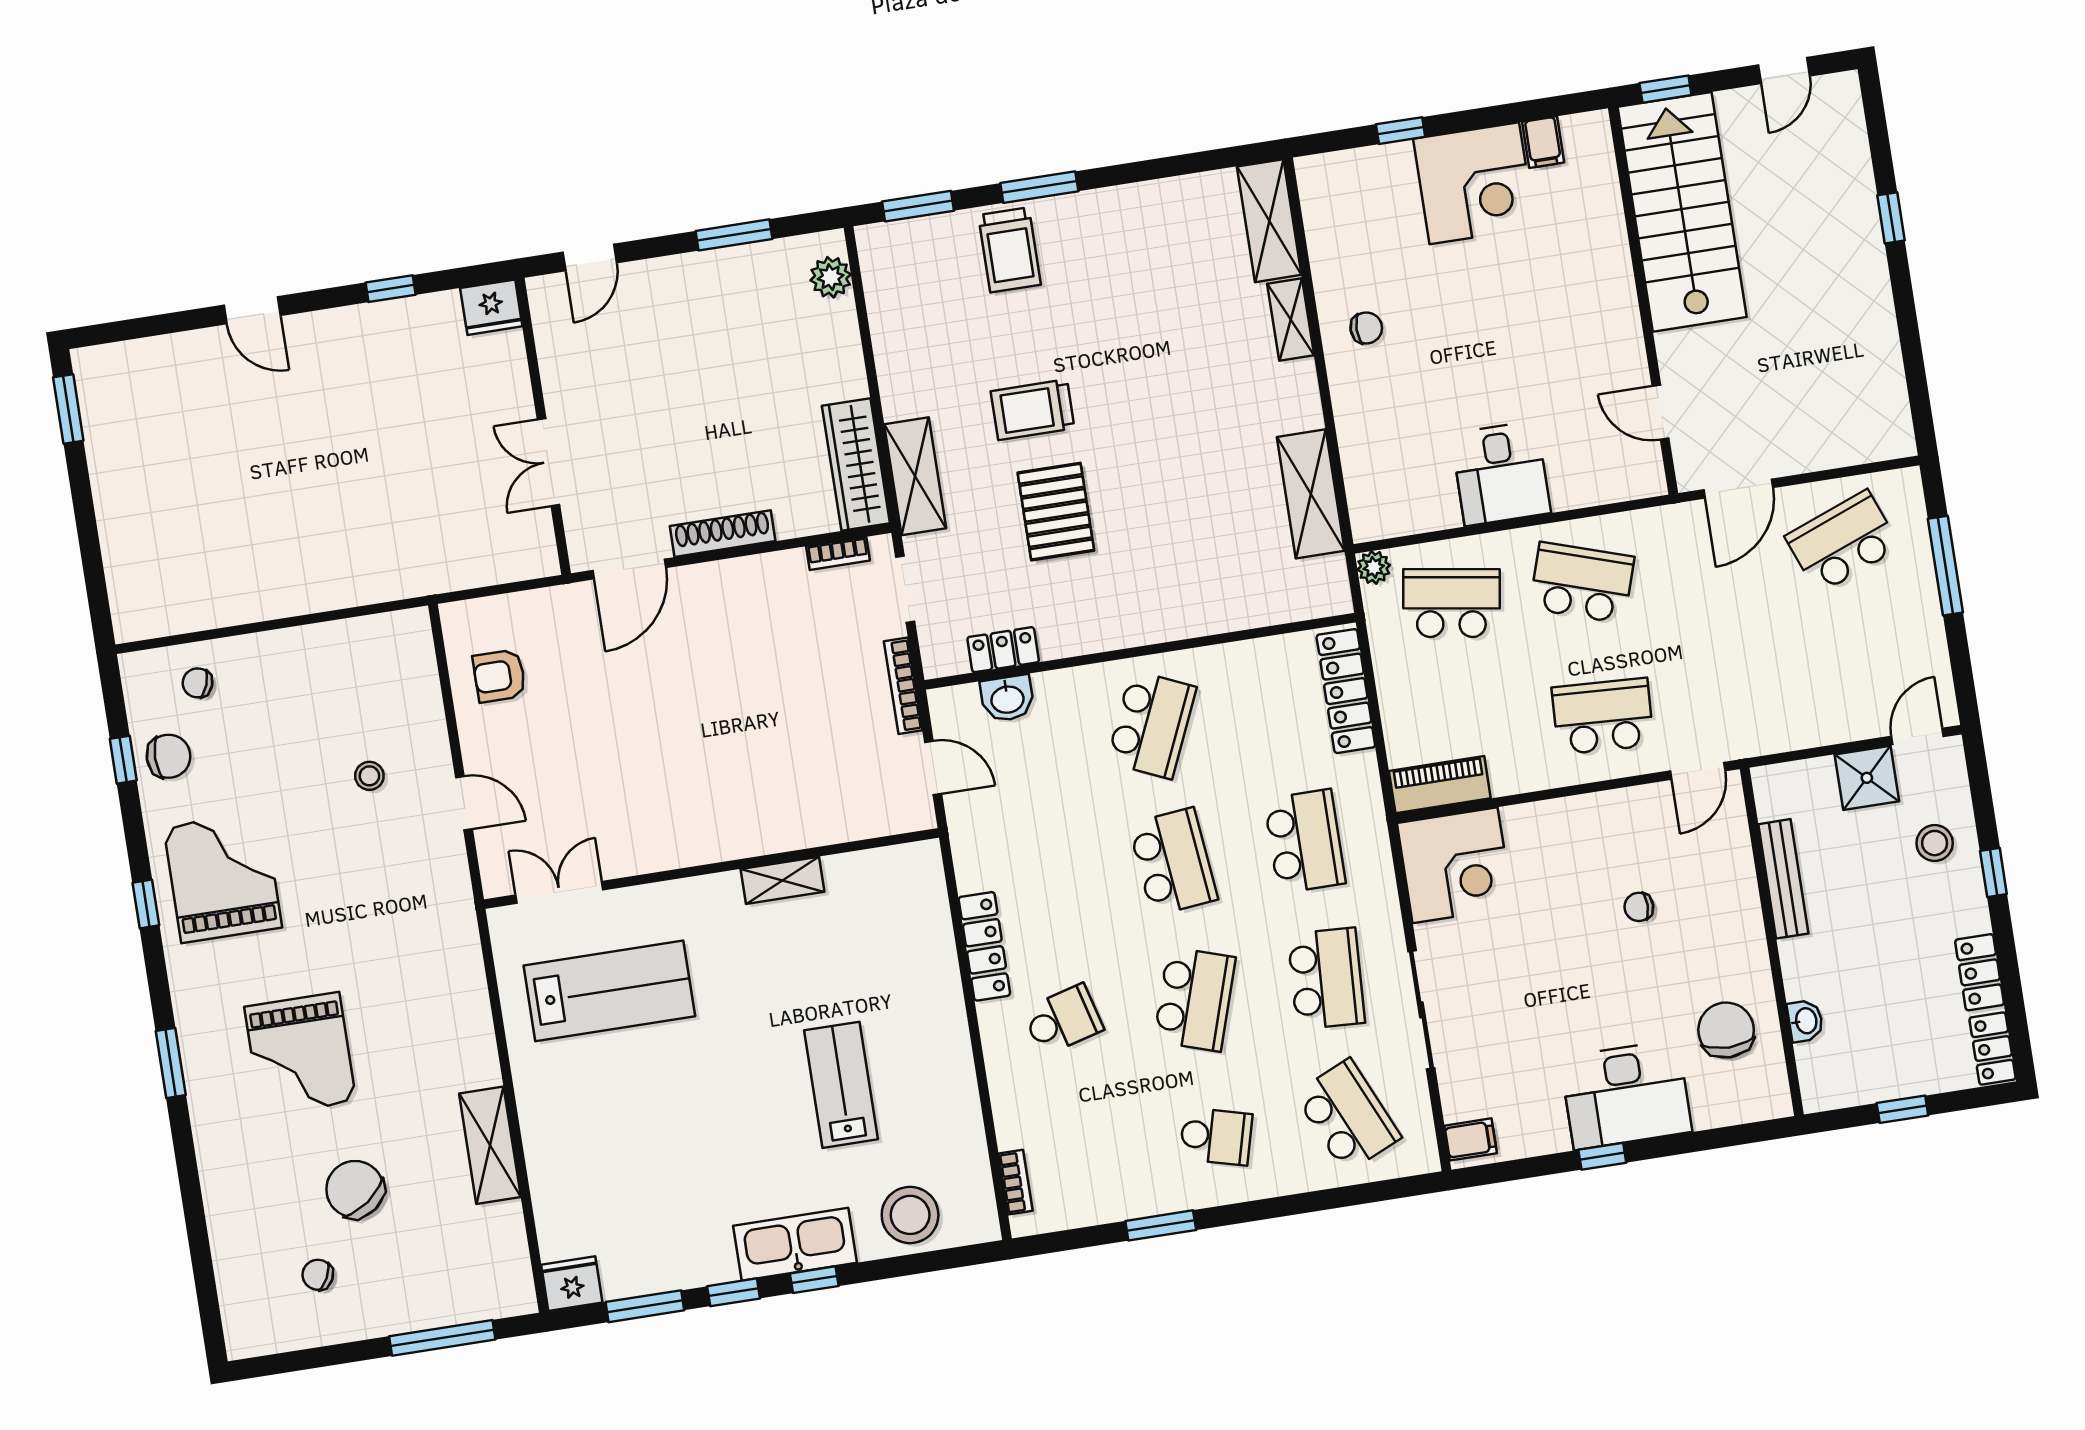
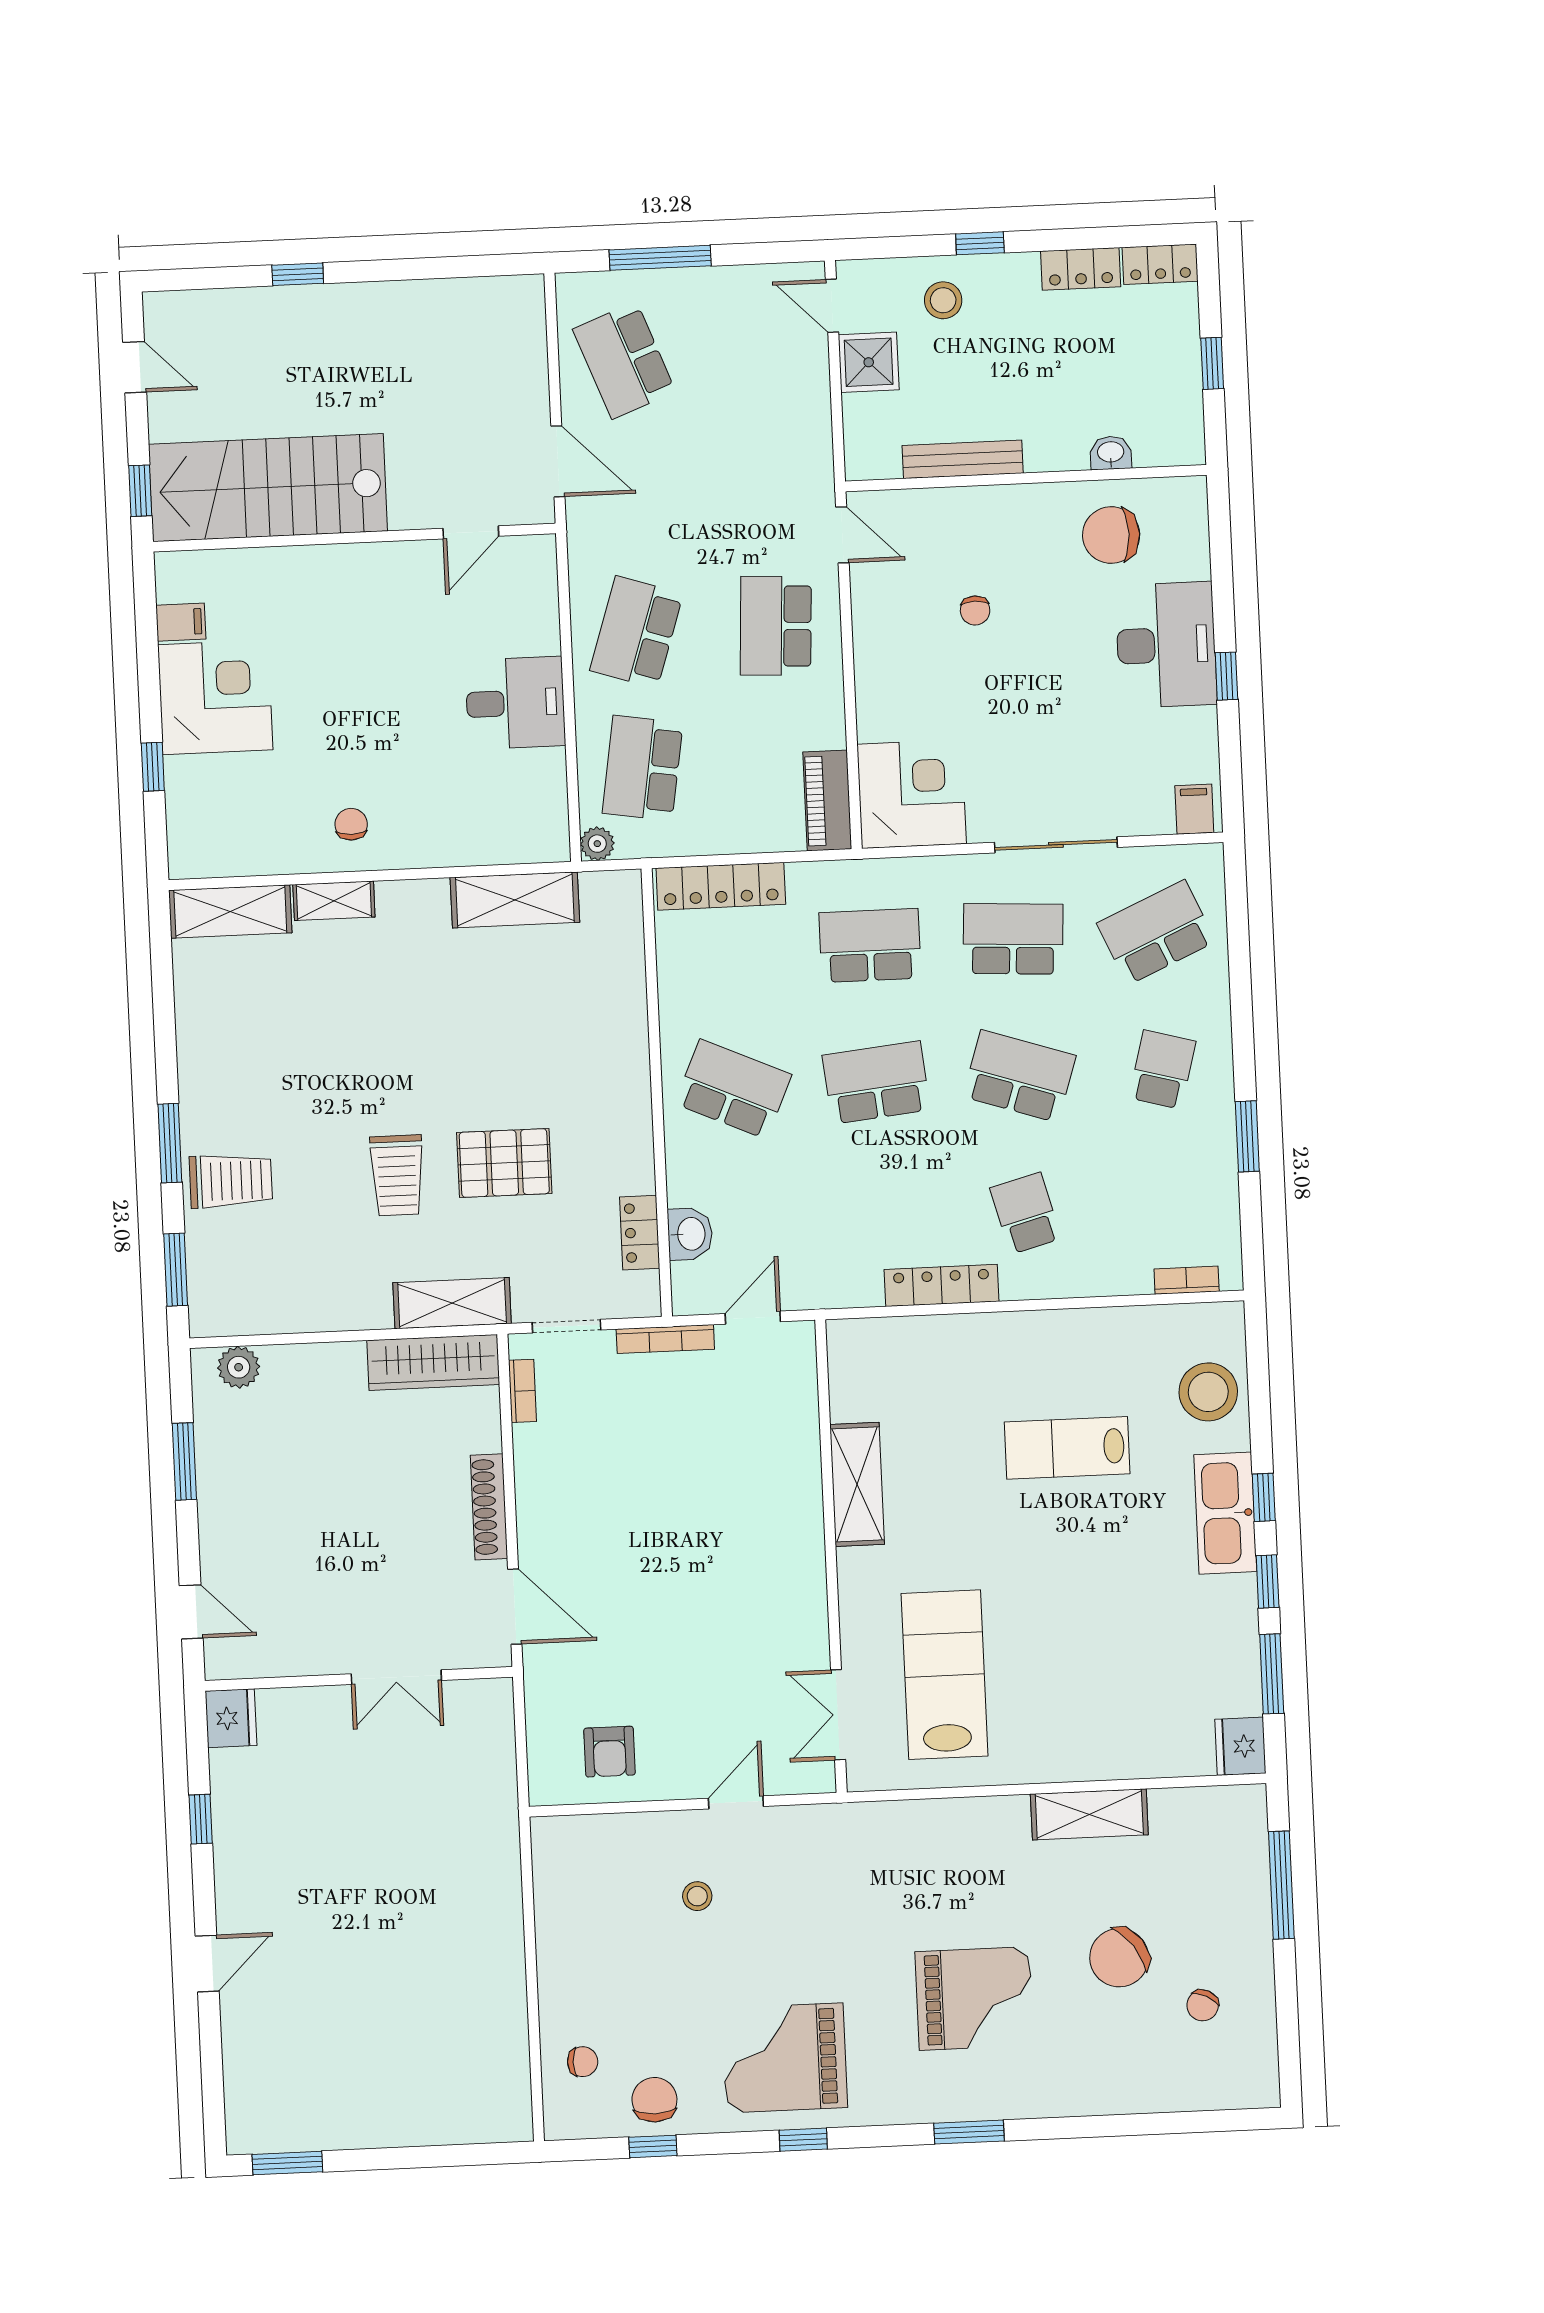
chair: (197, 683) -> (583, 2062), turned -110
shelving: (783, 880) -> (857, 1484), width x1.50, depth x1.33

